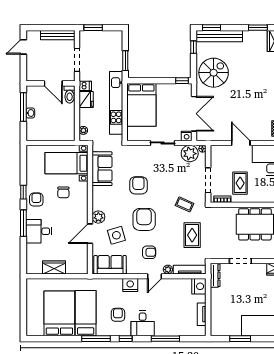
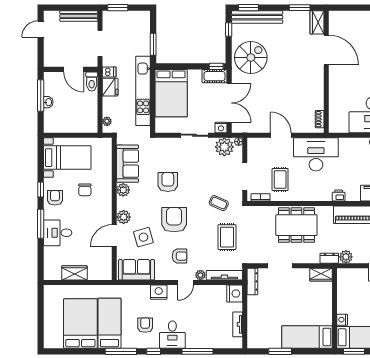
cot: (181, 89) -> (215, 76), added
bed with nightstands: (67, 163) -> (67, 158), moved, turned 180
plant: (98, 193) -> (123, 190), added

